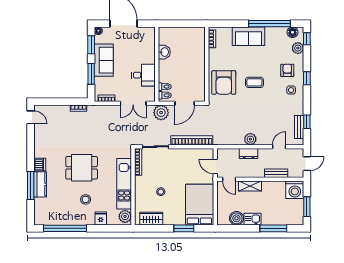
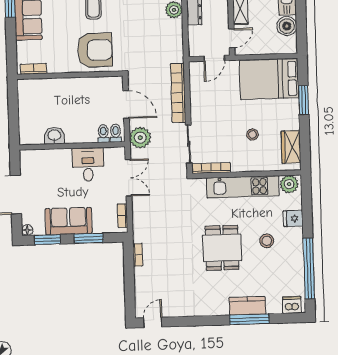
dishwasher: (40, 164) -> (292, 305), moved

